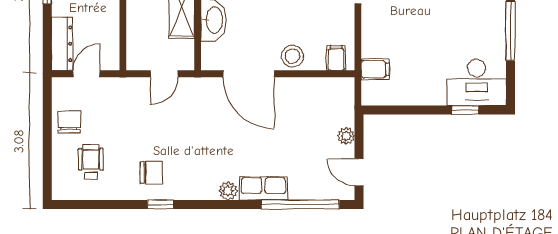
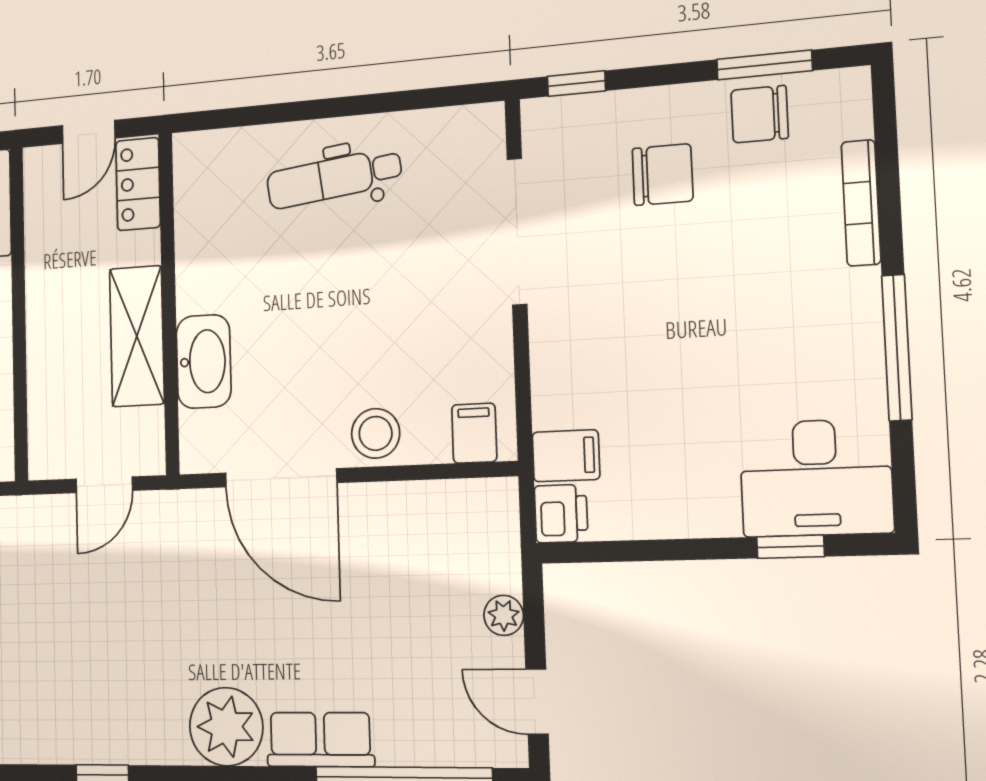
printer: (372, 94) -> (561, 514), added
chair: (152, 173) -> (83, 703), removed
plant: (228, 191) -> (226, 727), width x1.88, depth x1.88

